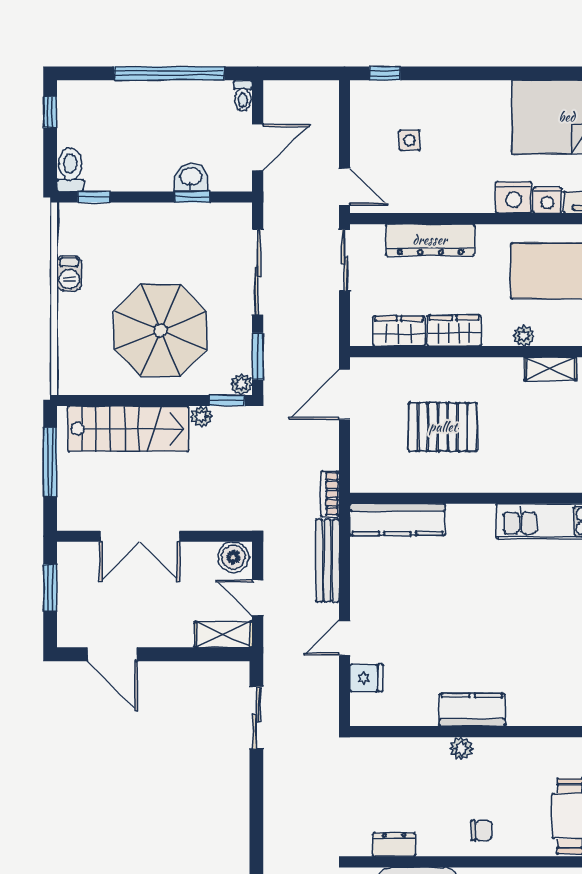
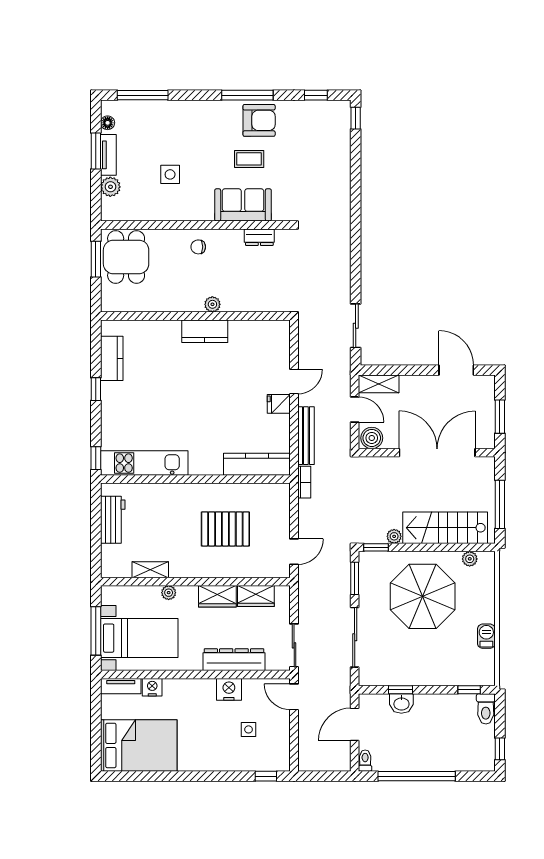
nightstand: (514, 197) -> (229, 689), moved
plant: (241, 384) -> (470, 559), moved
door: (345, 395) -> (294, 552), width x0.73
double door: (140, 536) -> (437, 453), width x1.36
fridge: (366, 678) -> (279, 404), moved

